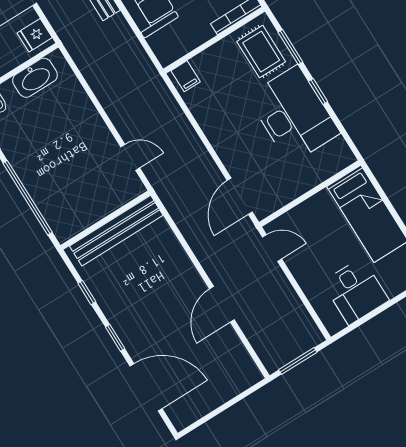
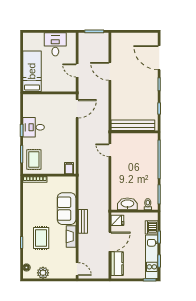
desk: (293, 115) -> (34, 127), width x0.53, depth x0.77
door: (272, 248) -> (77, 70), moved
door: (222, 304) -> (110, 71), swing flipped

